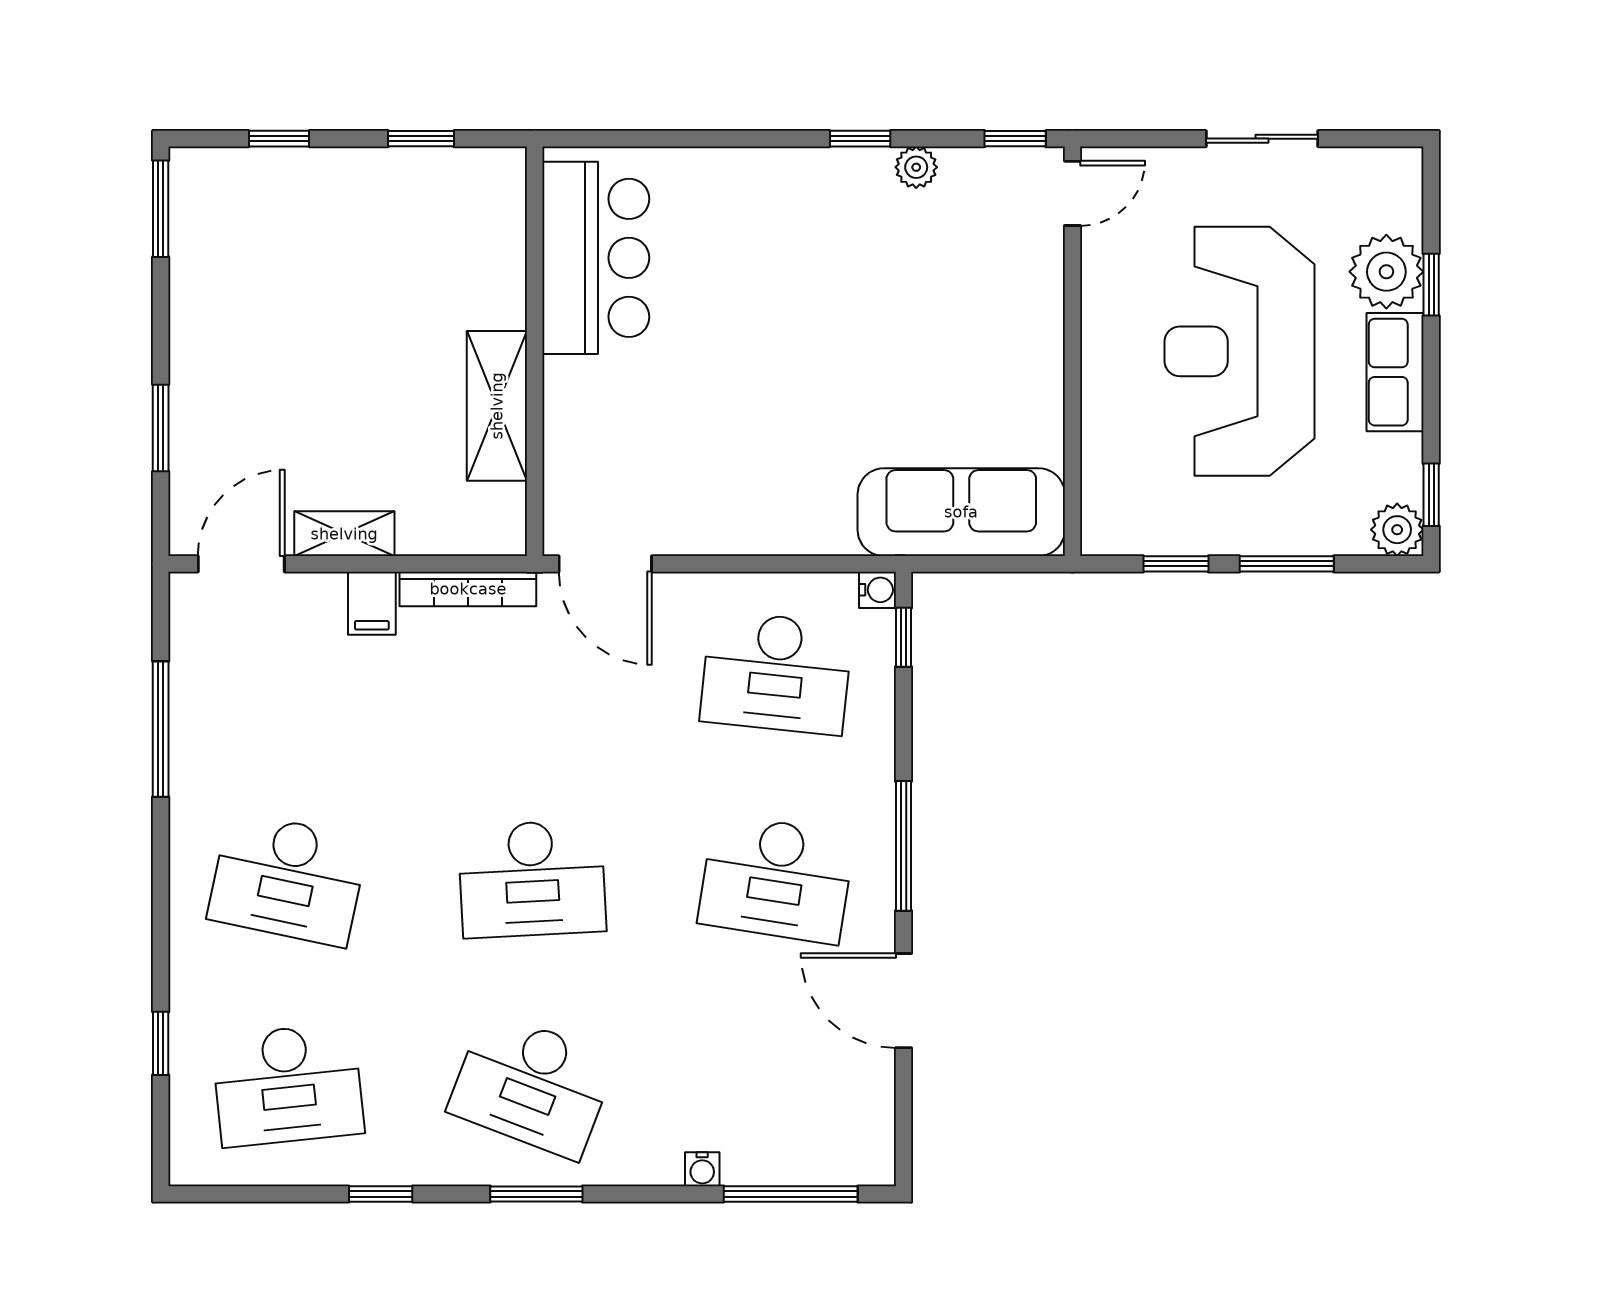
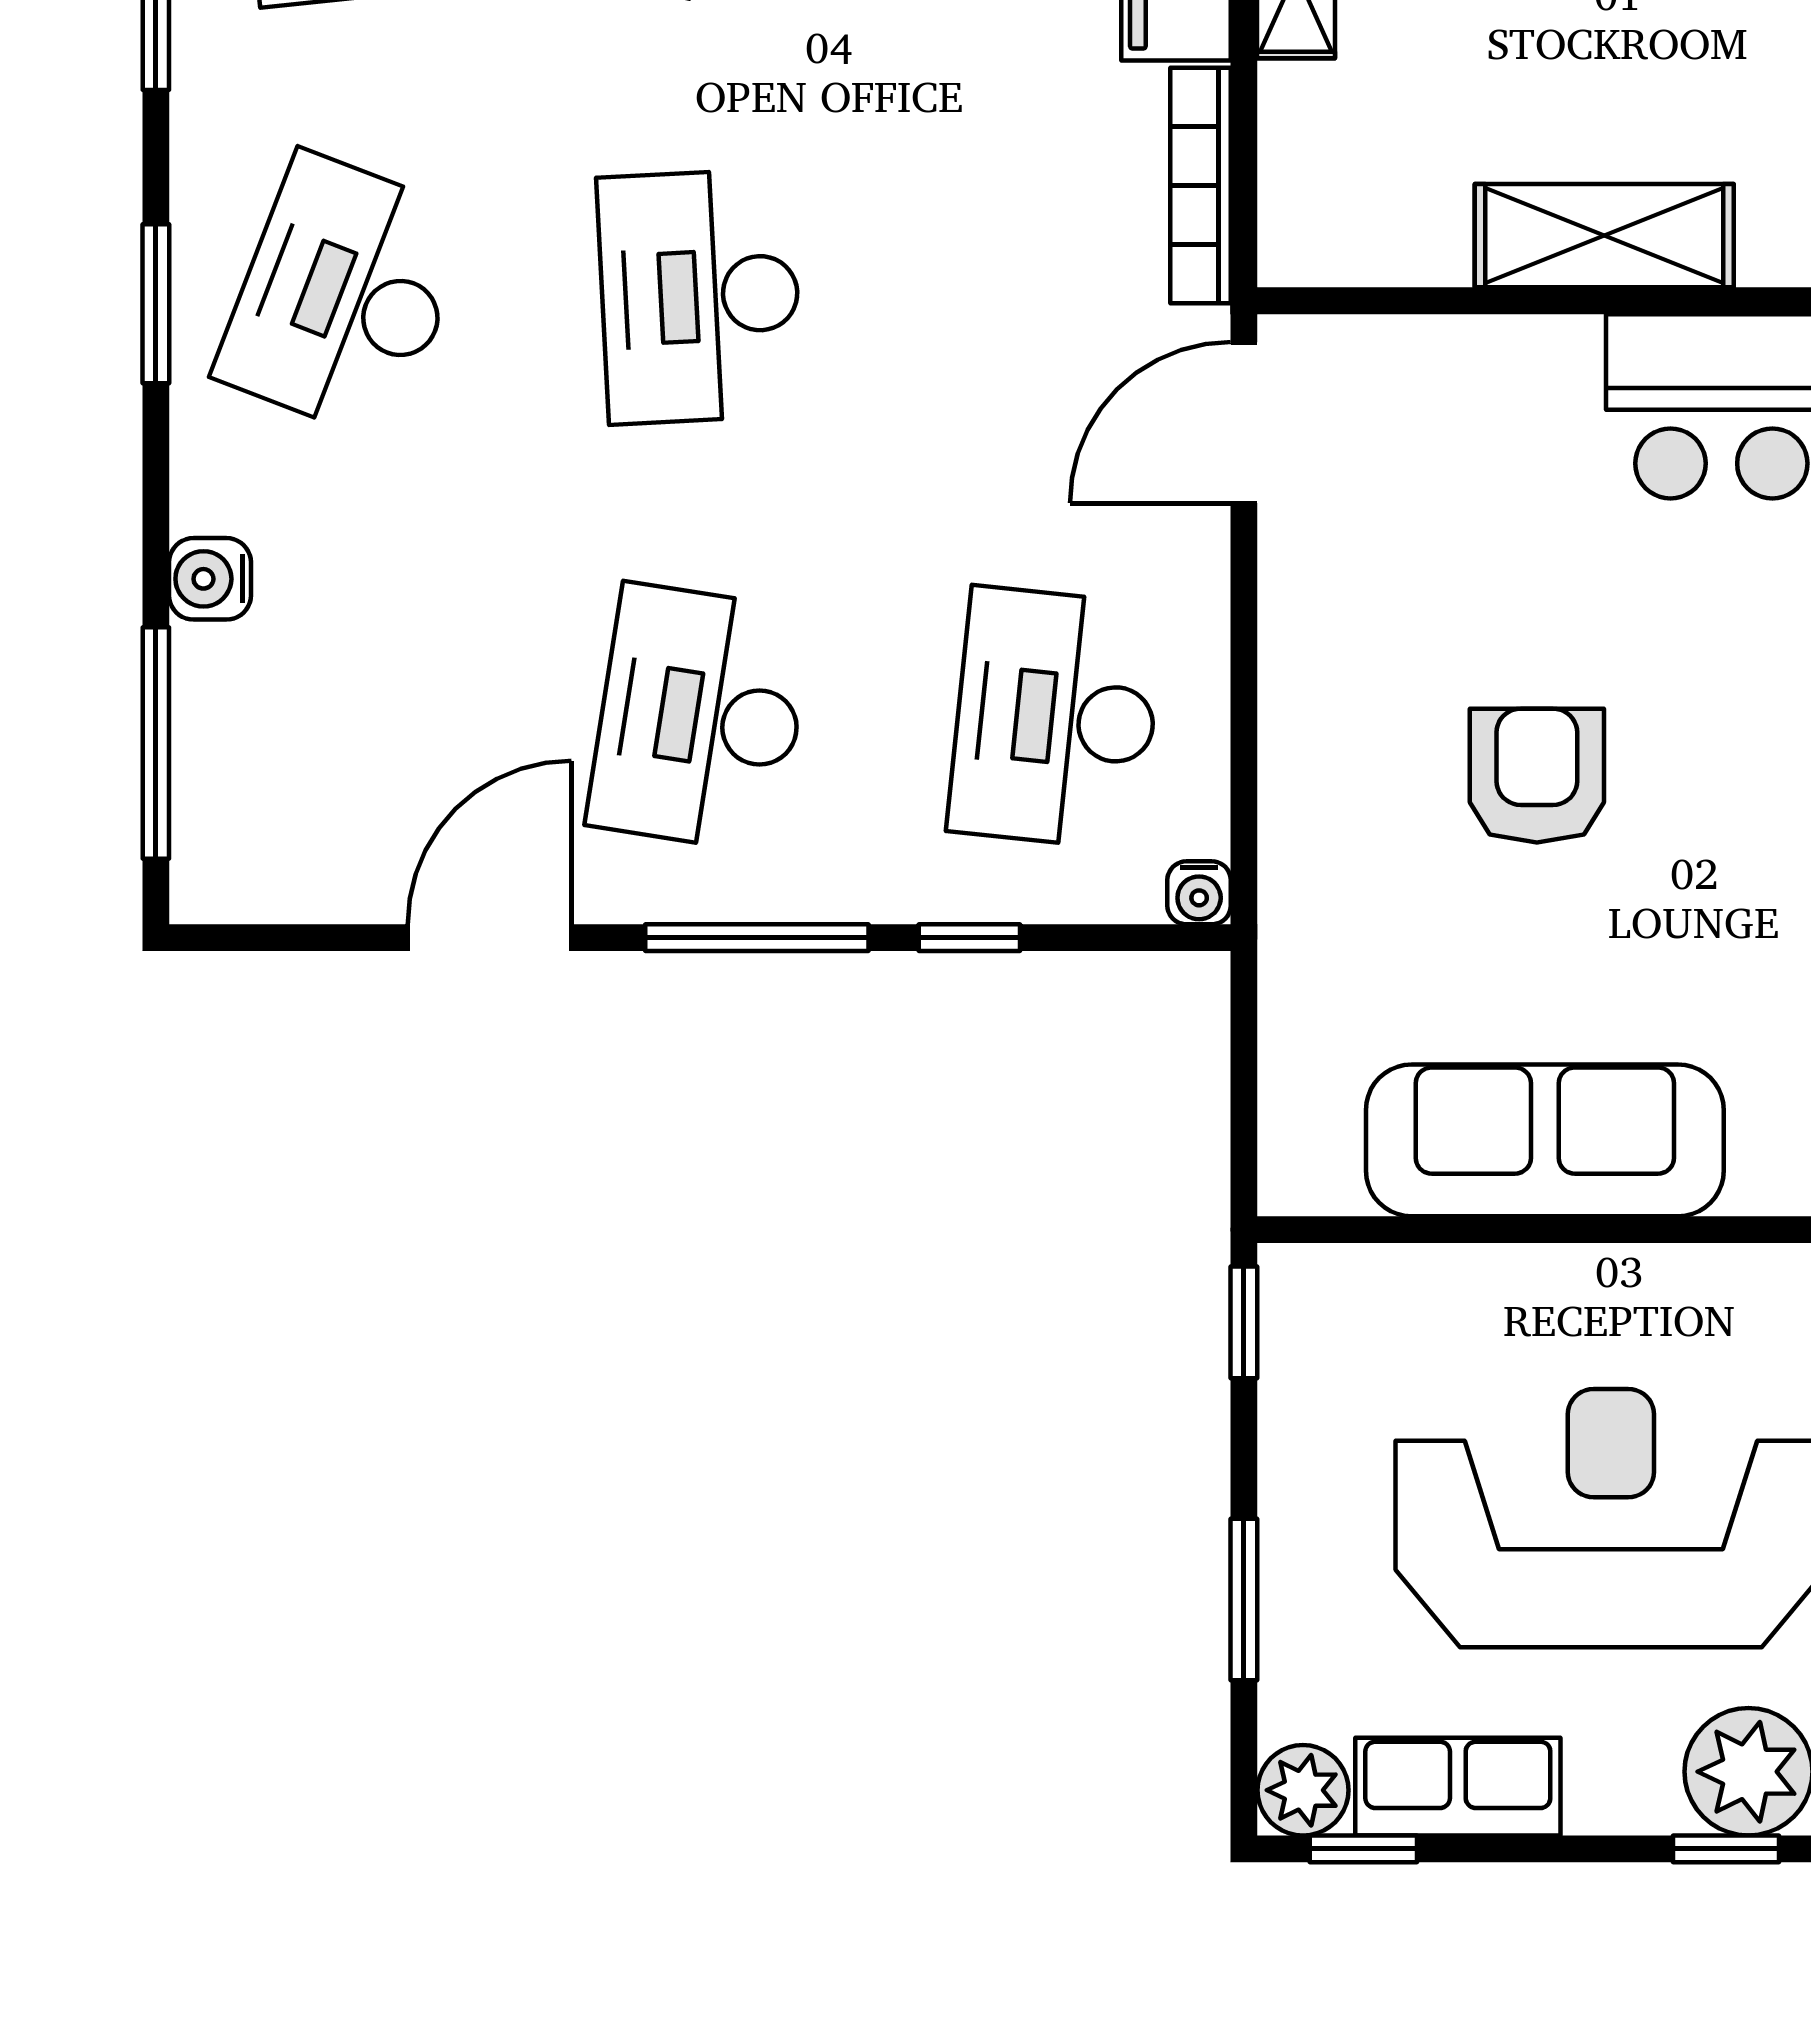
row of seats: (1395, 372) -> (1458, 1787), moved
armchair: (810, 394) -> (1537, 776), added
shelving: (497, 406) -> (1604, 236), moved
sofa: (961, 512) -> (1545, 1140), moved, turned -90
window: (1176, 564) -> (1244, 1322), moved
window: (903, 637) -> (969, 938), moved
water cooler: (702, 1169) -> (210, 579), width x1.38, depth x1.38

